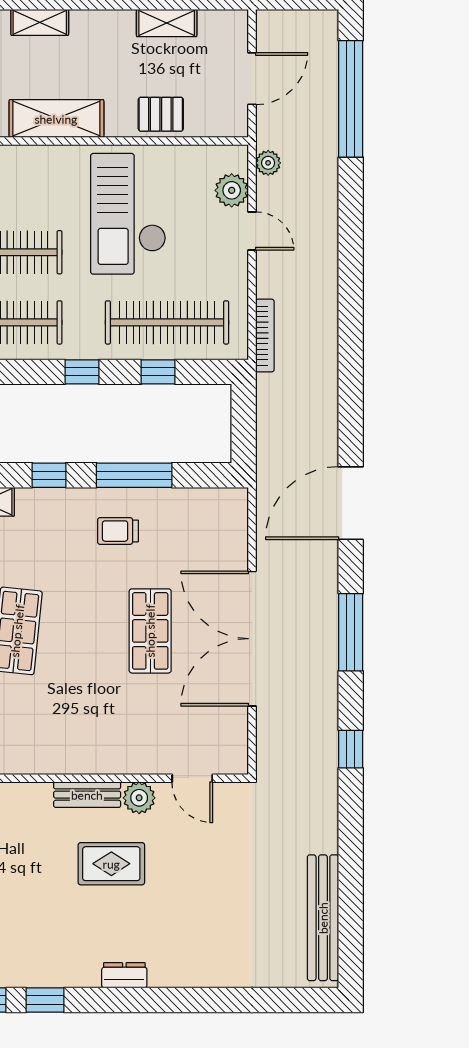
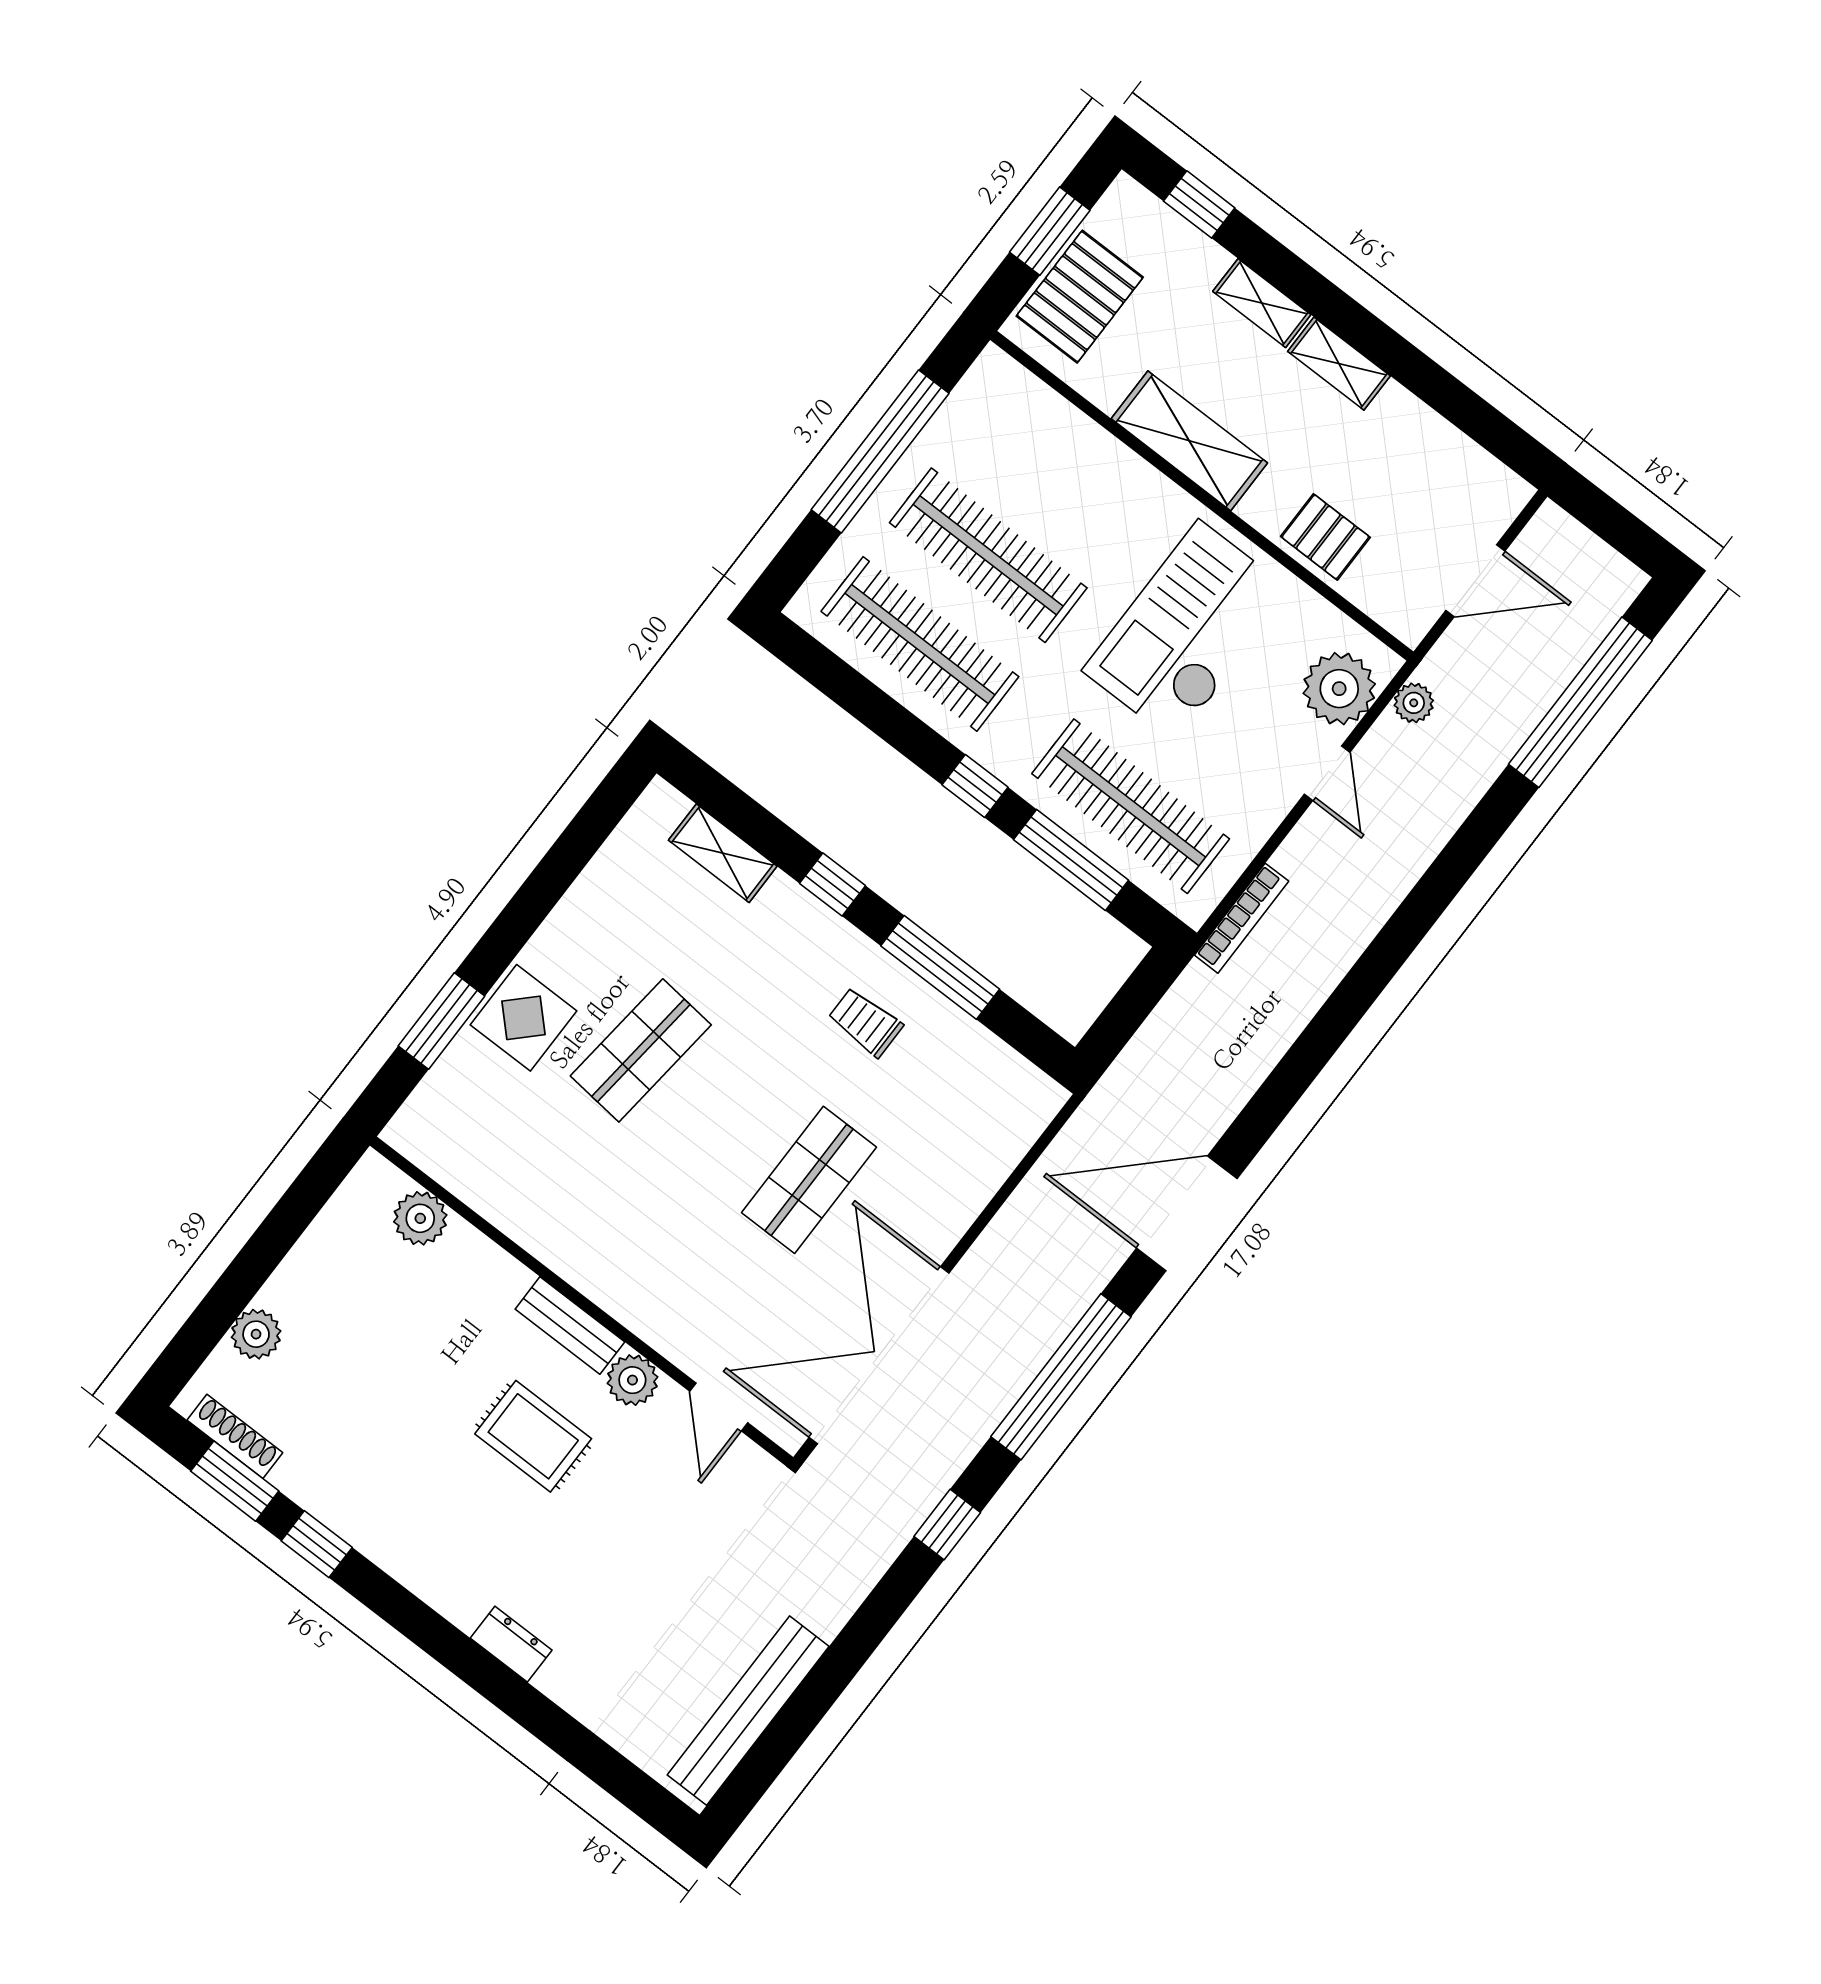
shelving: (167, 23) -> (1339, 364), moved
plant: (232, 190) -> (1339, 689), width x1.36, depth x1.36
window: (158, 372) -> (1071, 860), width x2.17
window: (351, 632) -> (1061, 1377), width x1.46
double door: (252, 639) -> (879, 1355), moved
dresser: (124, 975) -> (511, 1644), moved

